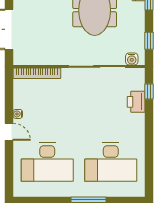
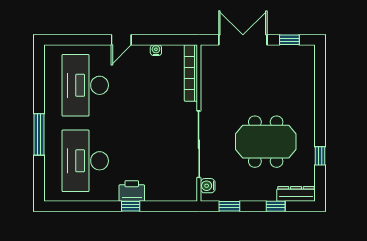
window: (149, 91) -> (131, 206), moved
printer: (136, 102) -> (132, 191), moved
water cooler: (18, 114) -> (156, 50), moved

